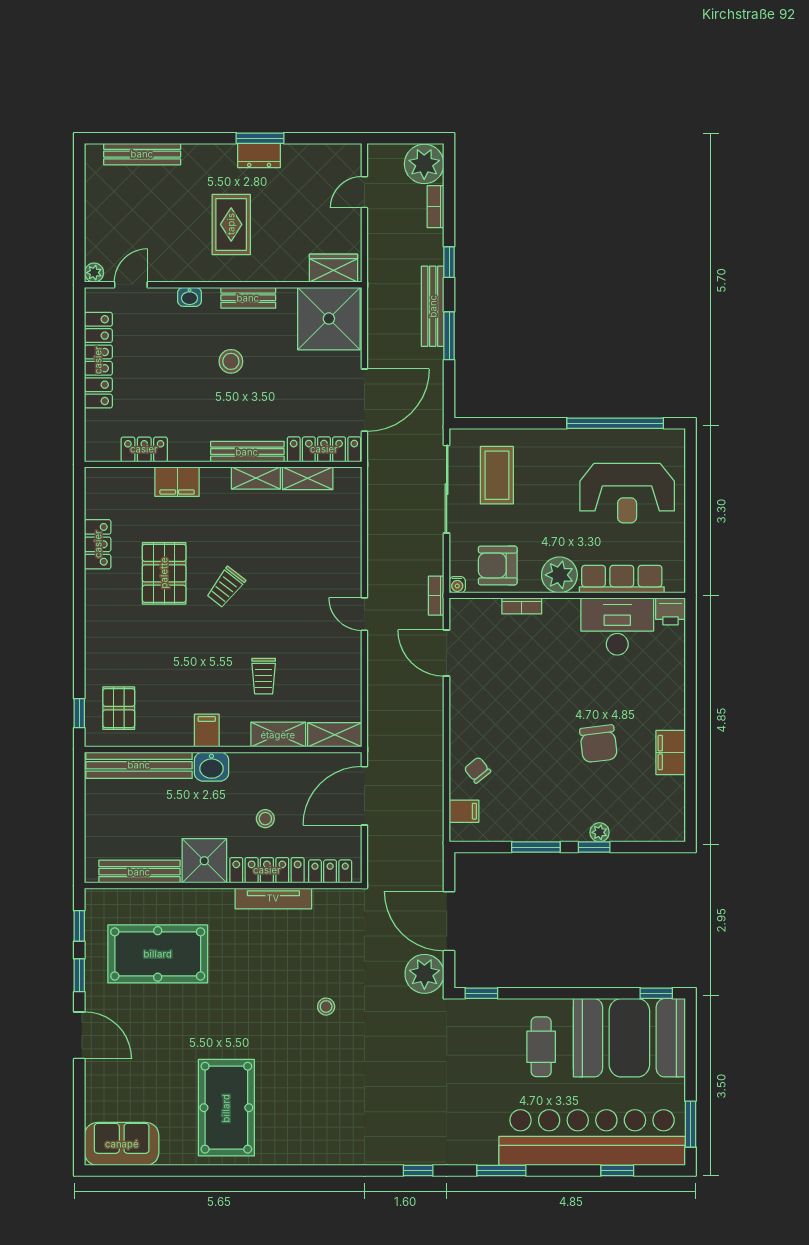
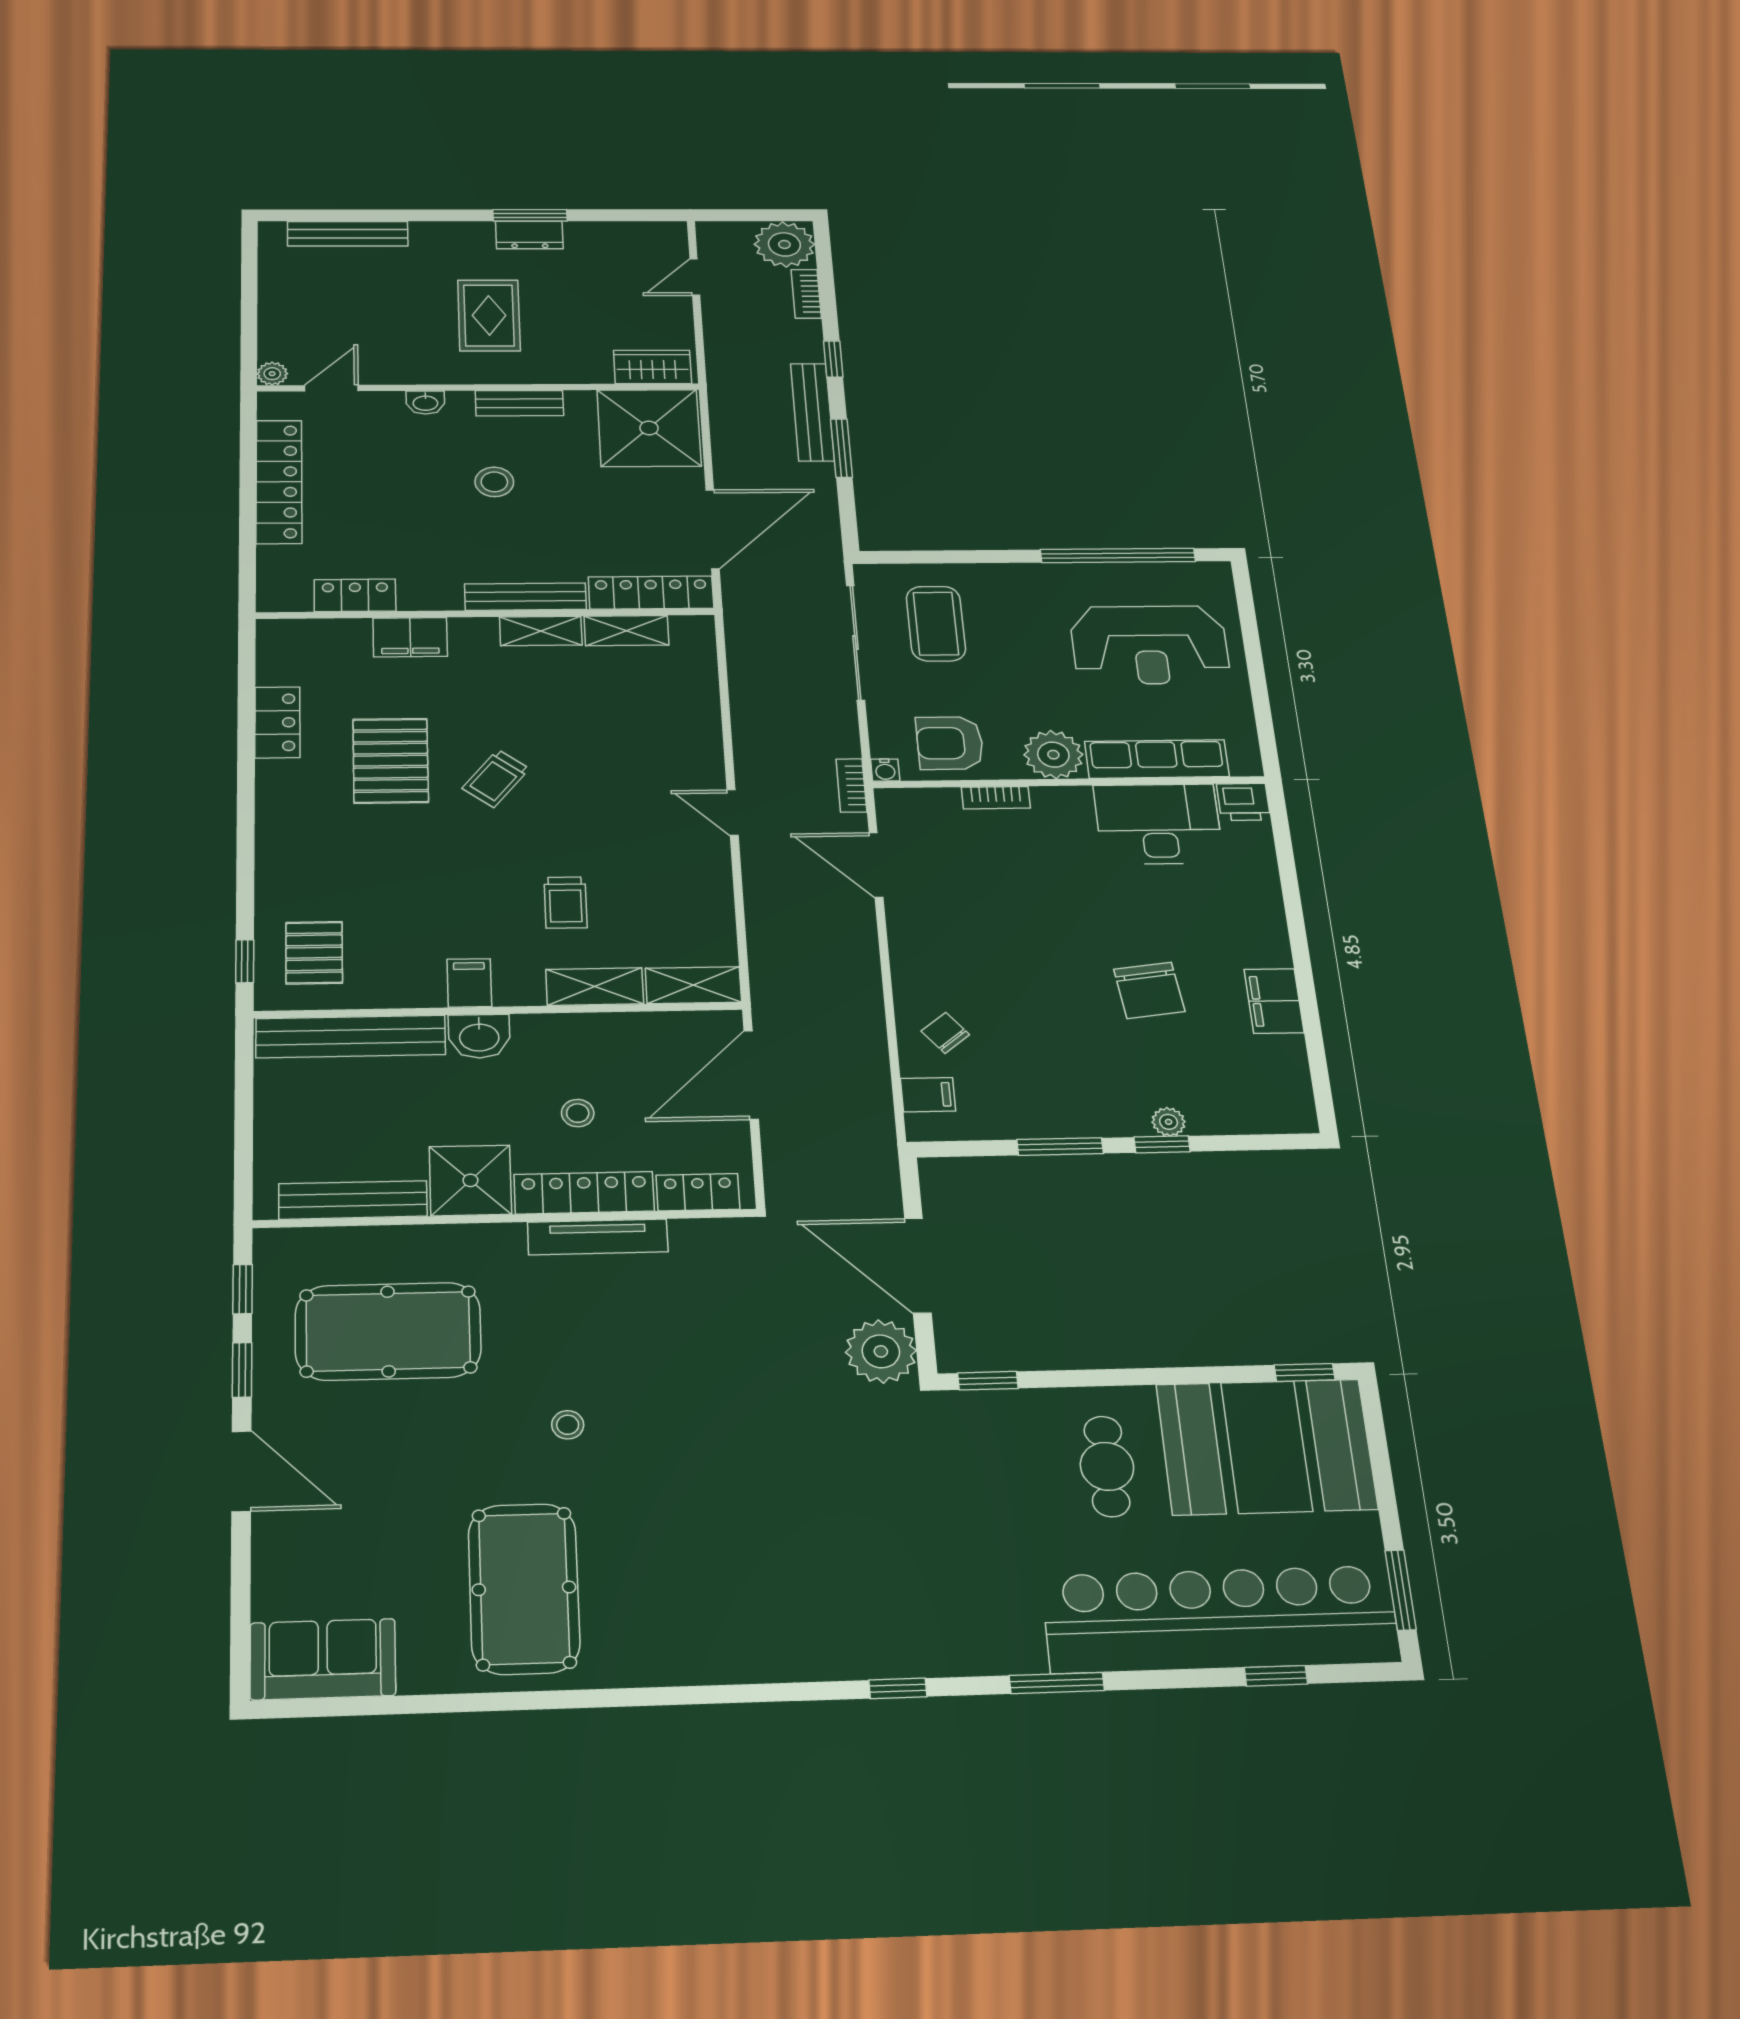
stool: (326, 1007) -> (568, 1425), moved

